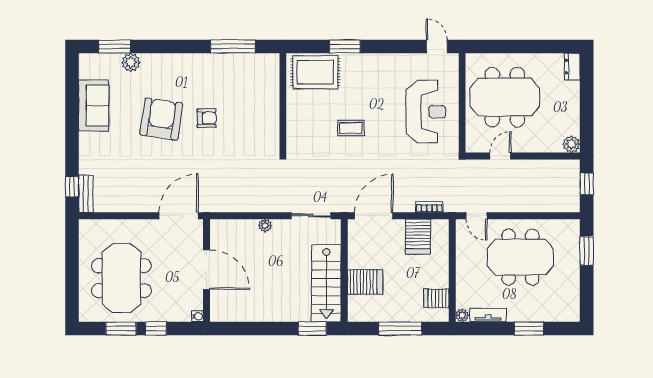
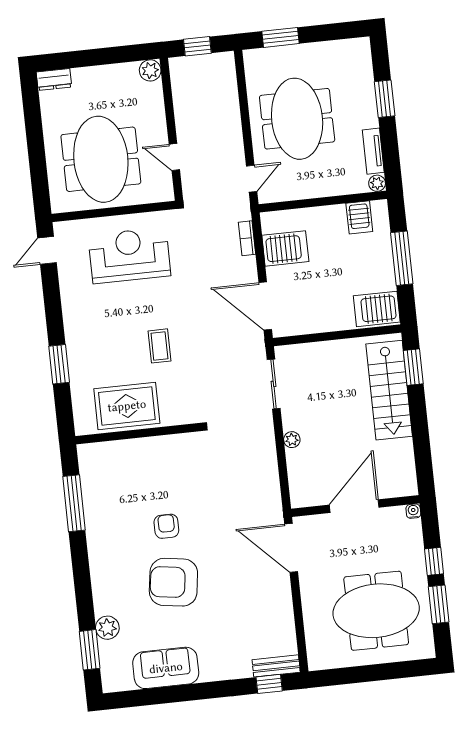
rug: (315, 72) -> (127, 406), moved, turned 90
server rack: (365, 282) -> (377, 309), moved, turned -90
stairs: (326, 283) -> (389, 390), moved, turned 90

